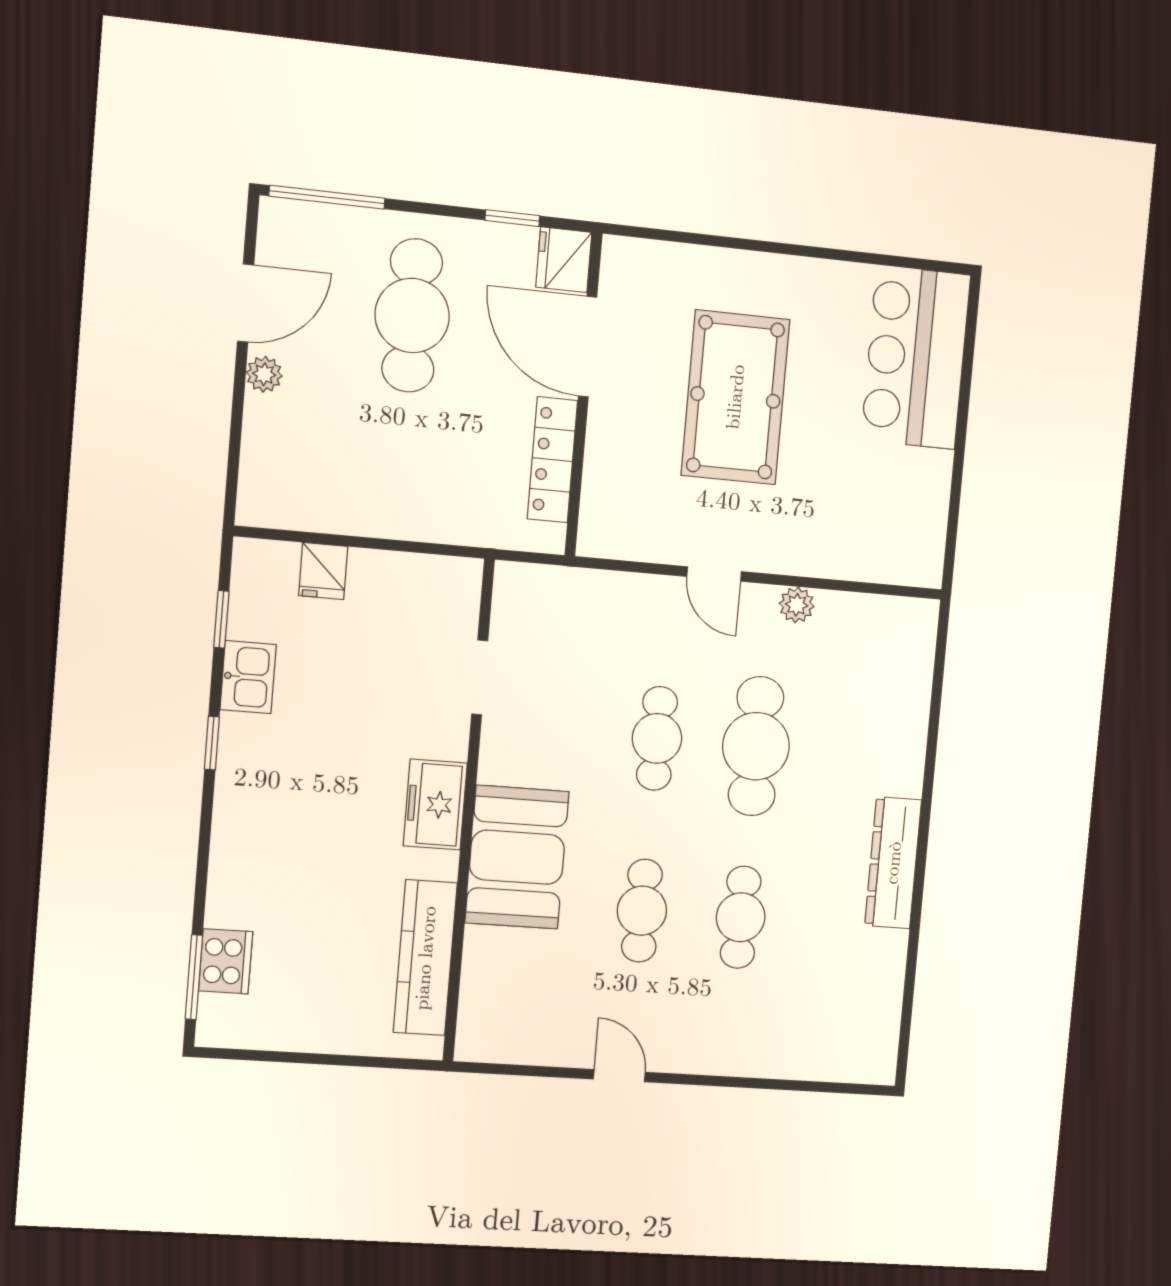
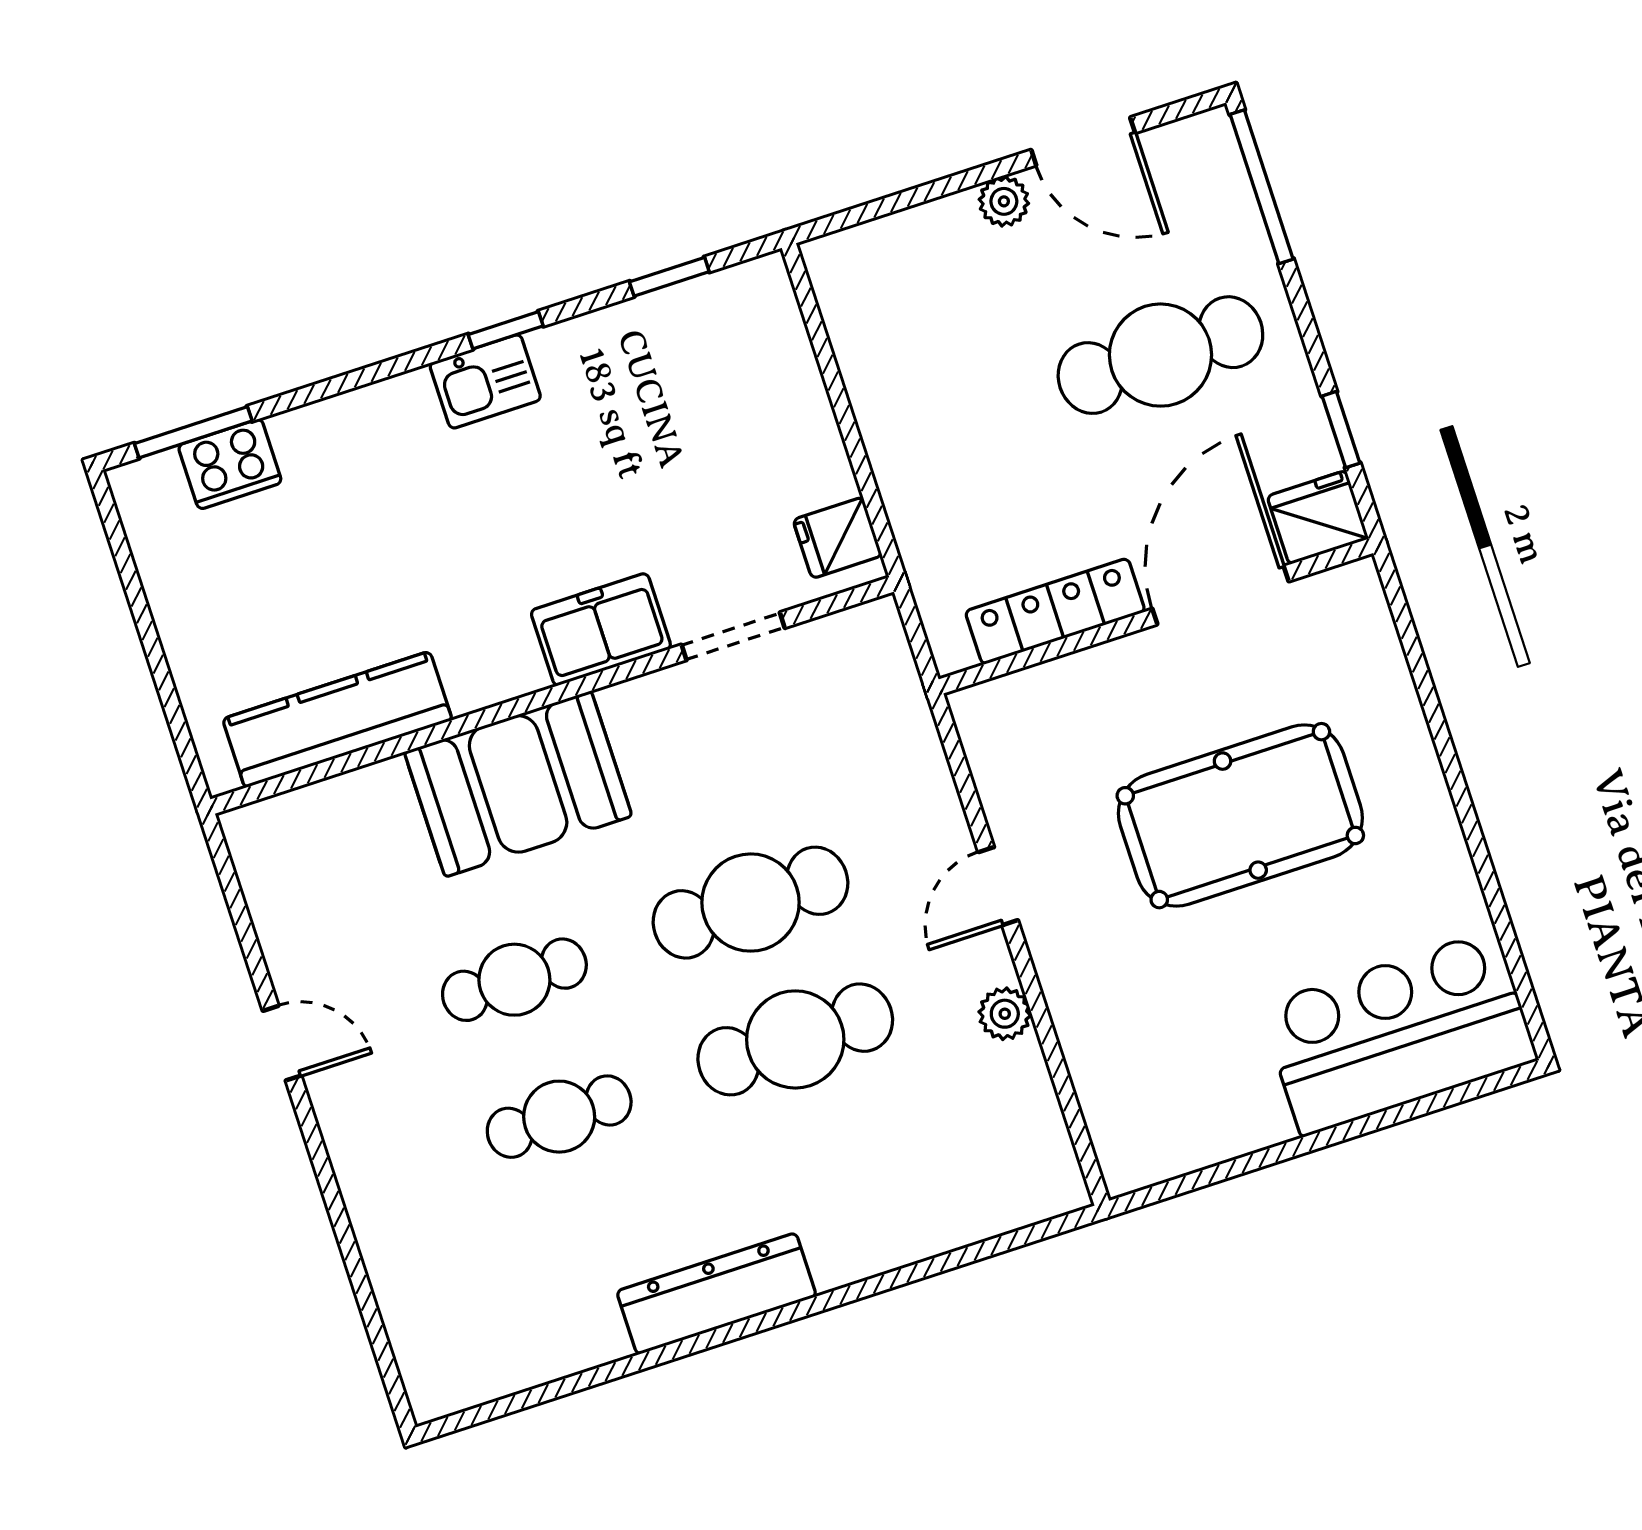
fridge: (323, 571) -> (838, 538), moved
kitchen sink: (248, 677) -> (485, 381), moved
cafe table: (657, 738) -> (750, 903), width x1.37, depth x1.35
freezer: (435, 804) -> (601, 629), moved
door: (619, 1076) -> (282, 1043), hinge flipped

